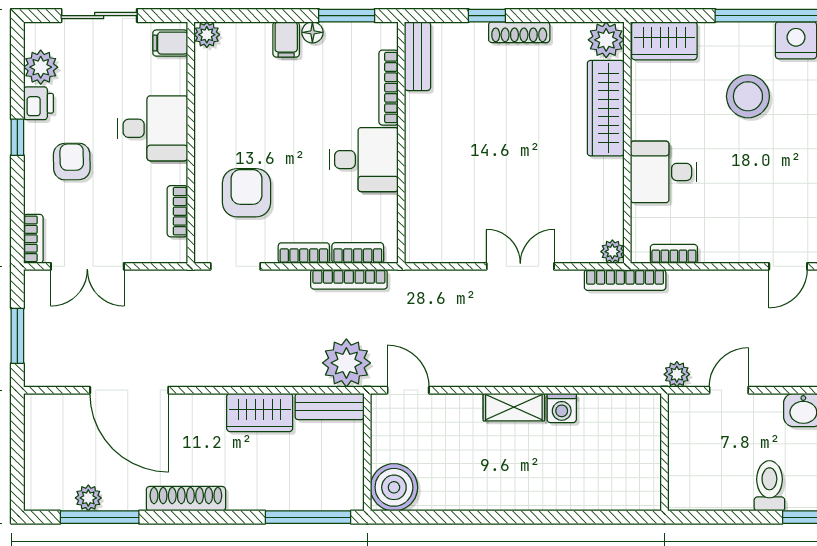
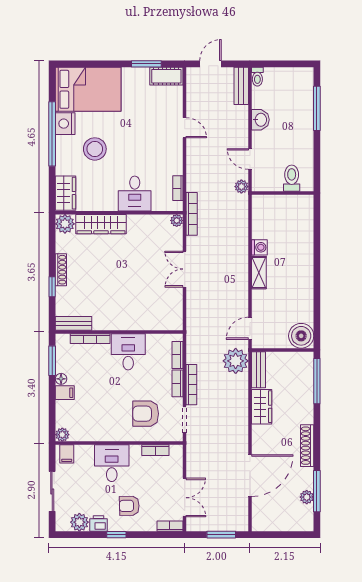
bookcase: (349, 279) -> (191, 385), moved
toilet: (769, 486) -> (292, 178), moved, turned 90

